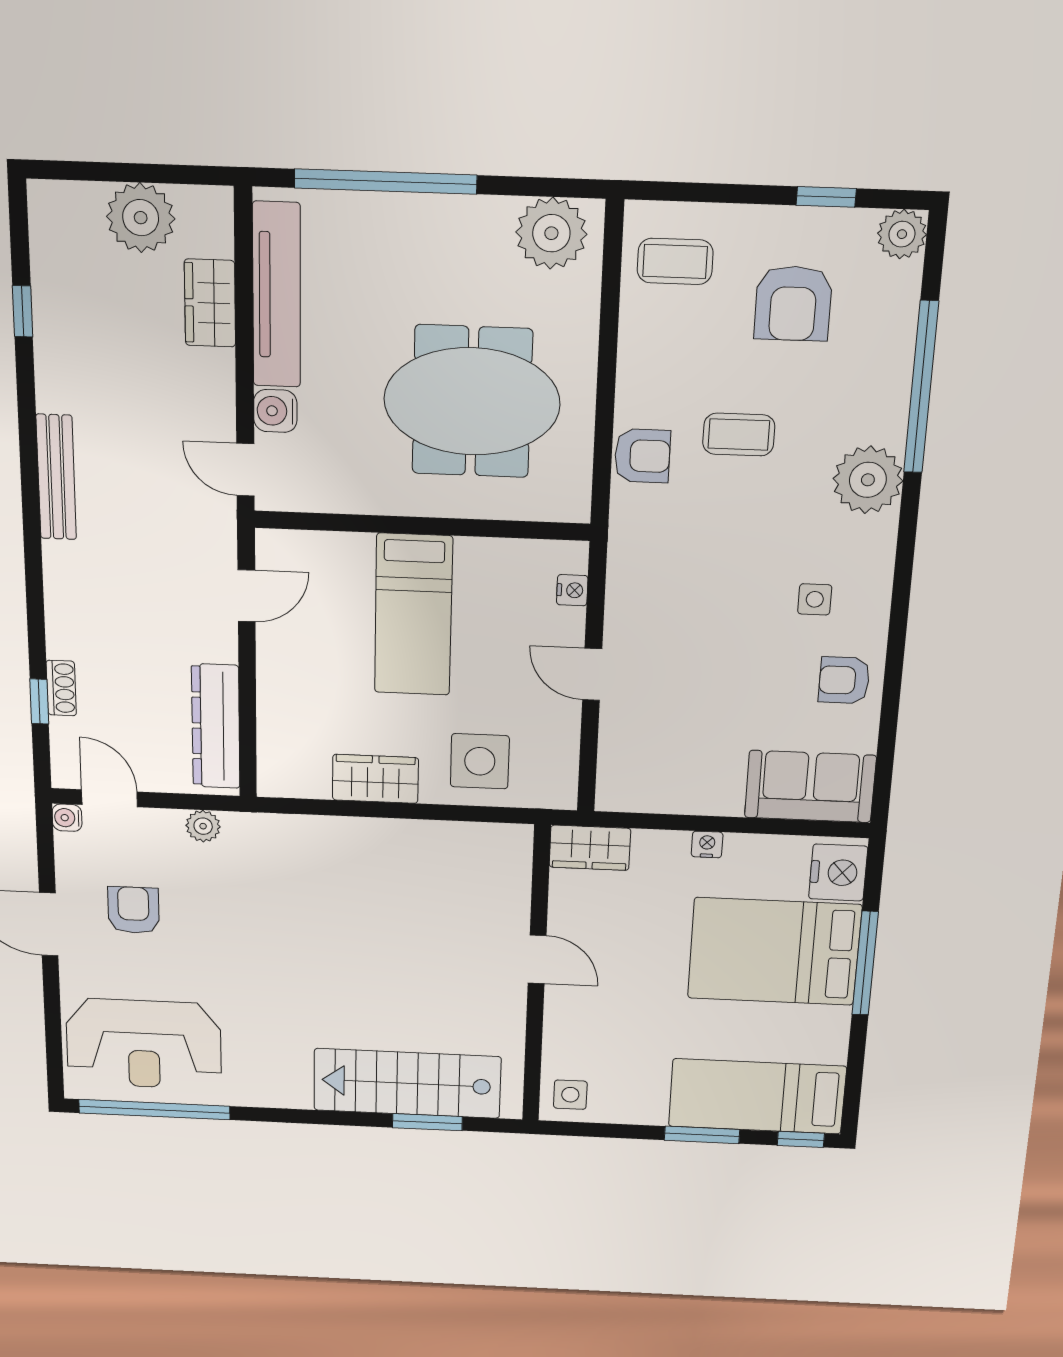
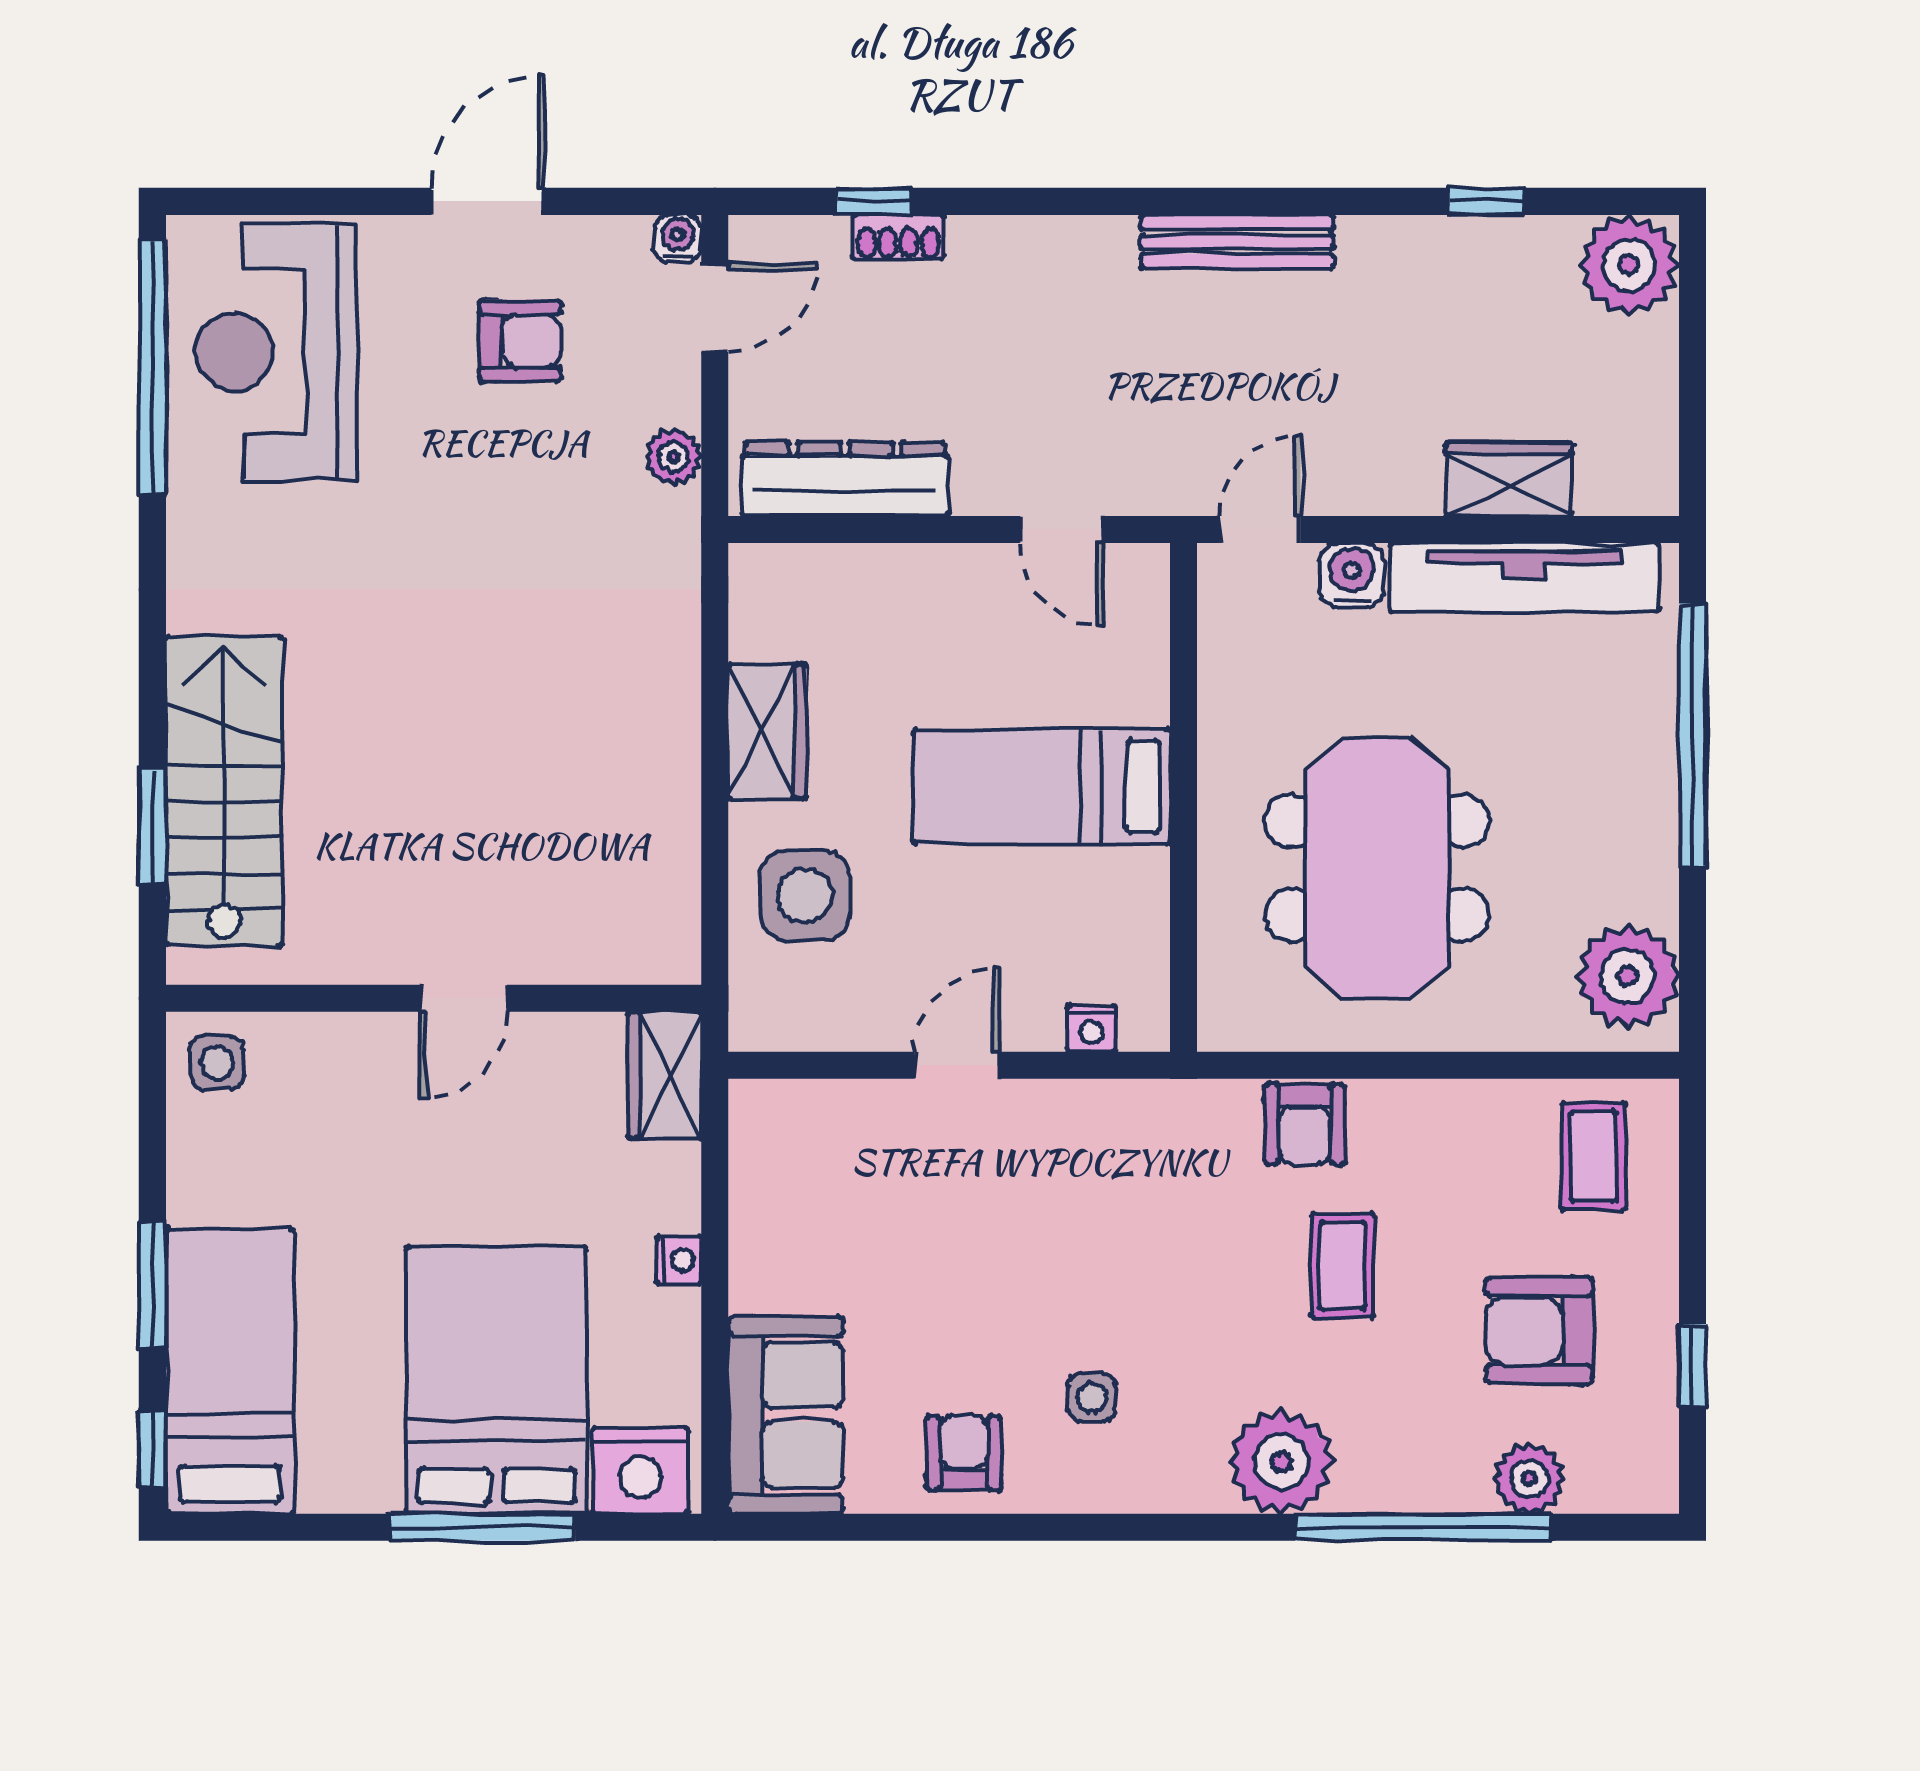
plant: (141, 218) -> (1629, 265), moved
plant: (902, 234) -> (1529, 1479), moved

